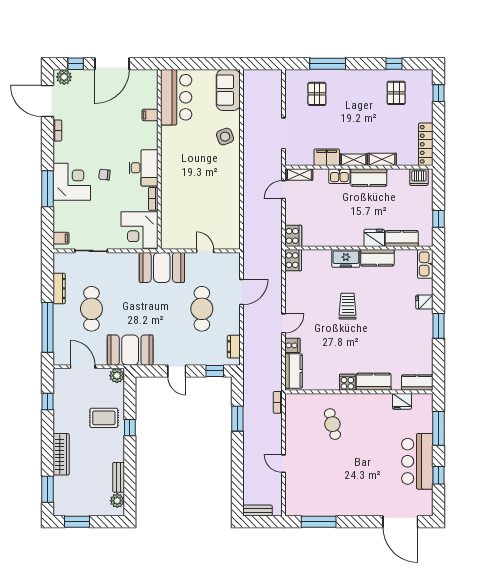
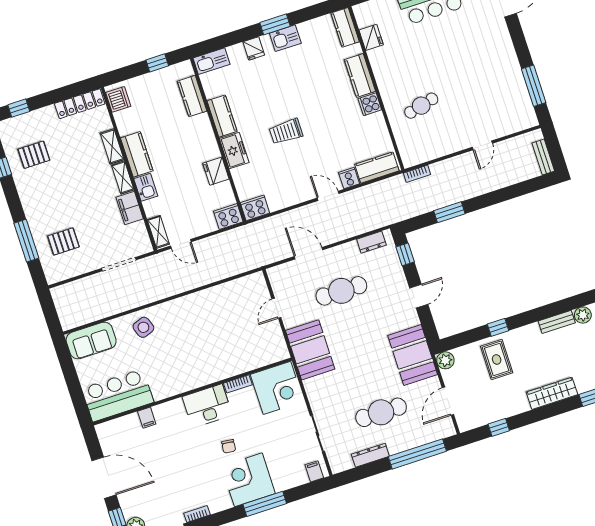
fridge: (374, 238) -> (216, 171), moved
kitchen sink: (424, 331) -> (285, 38), added

